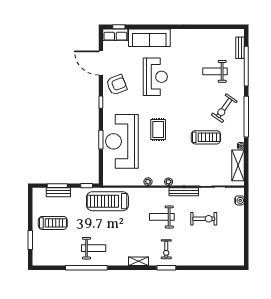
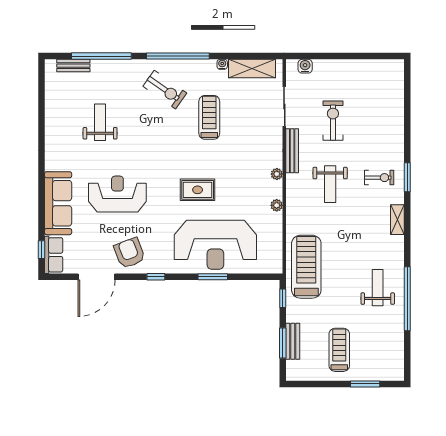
weight bench: (215, 71) -> (100, 122), moved, turned 180
treadmill: (107, 201) -> (306, 267), turned 180

